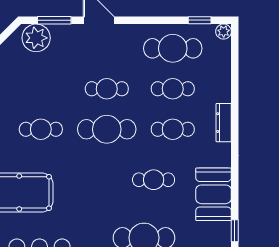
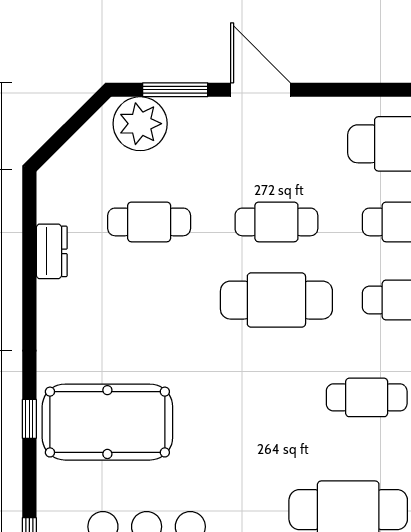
cafe table: (41, 129) -> (149, 222), moved

